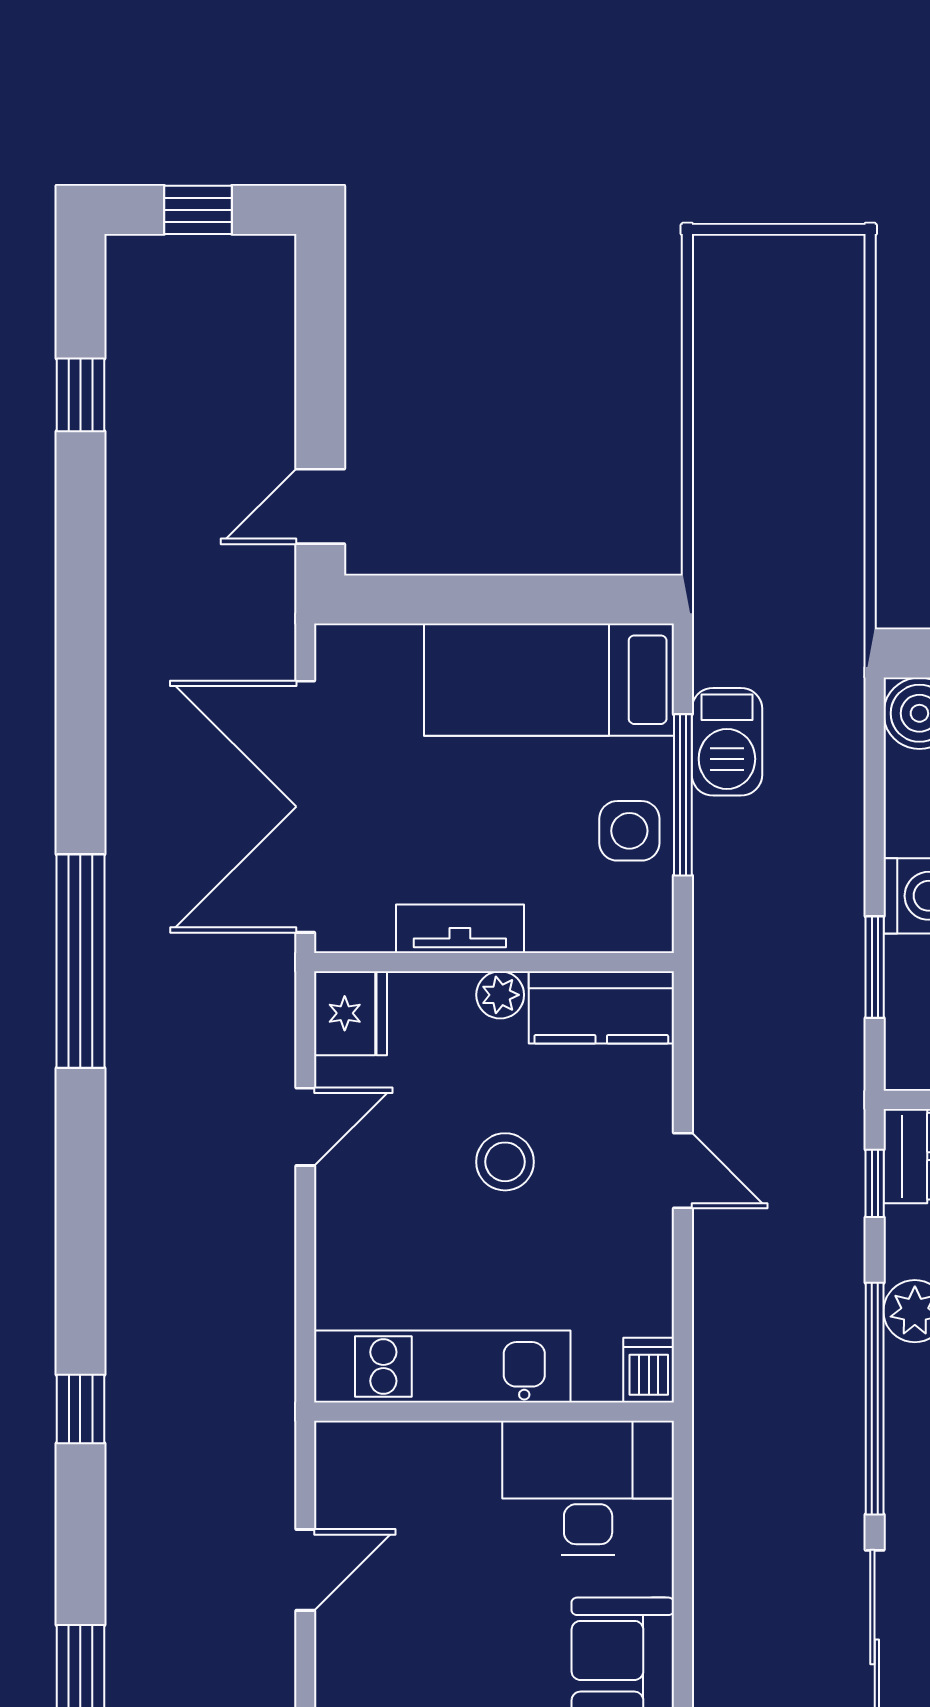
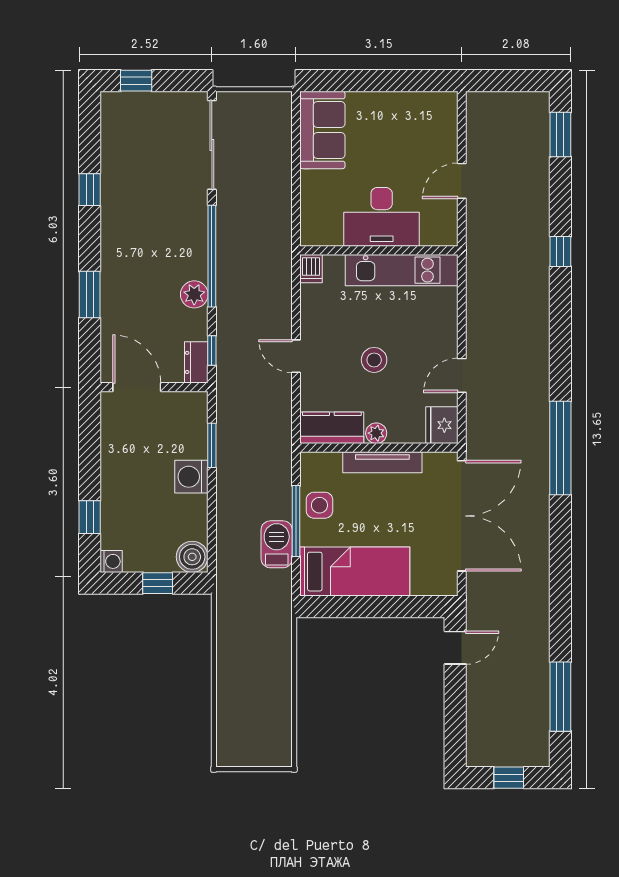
window: (80, 395) -> (560, 697), width x2.17
tv unit: (460, 929) -> (382, 462), width x1.41
desk: (588, 1488) -> (382, 217), moved

